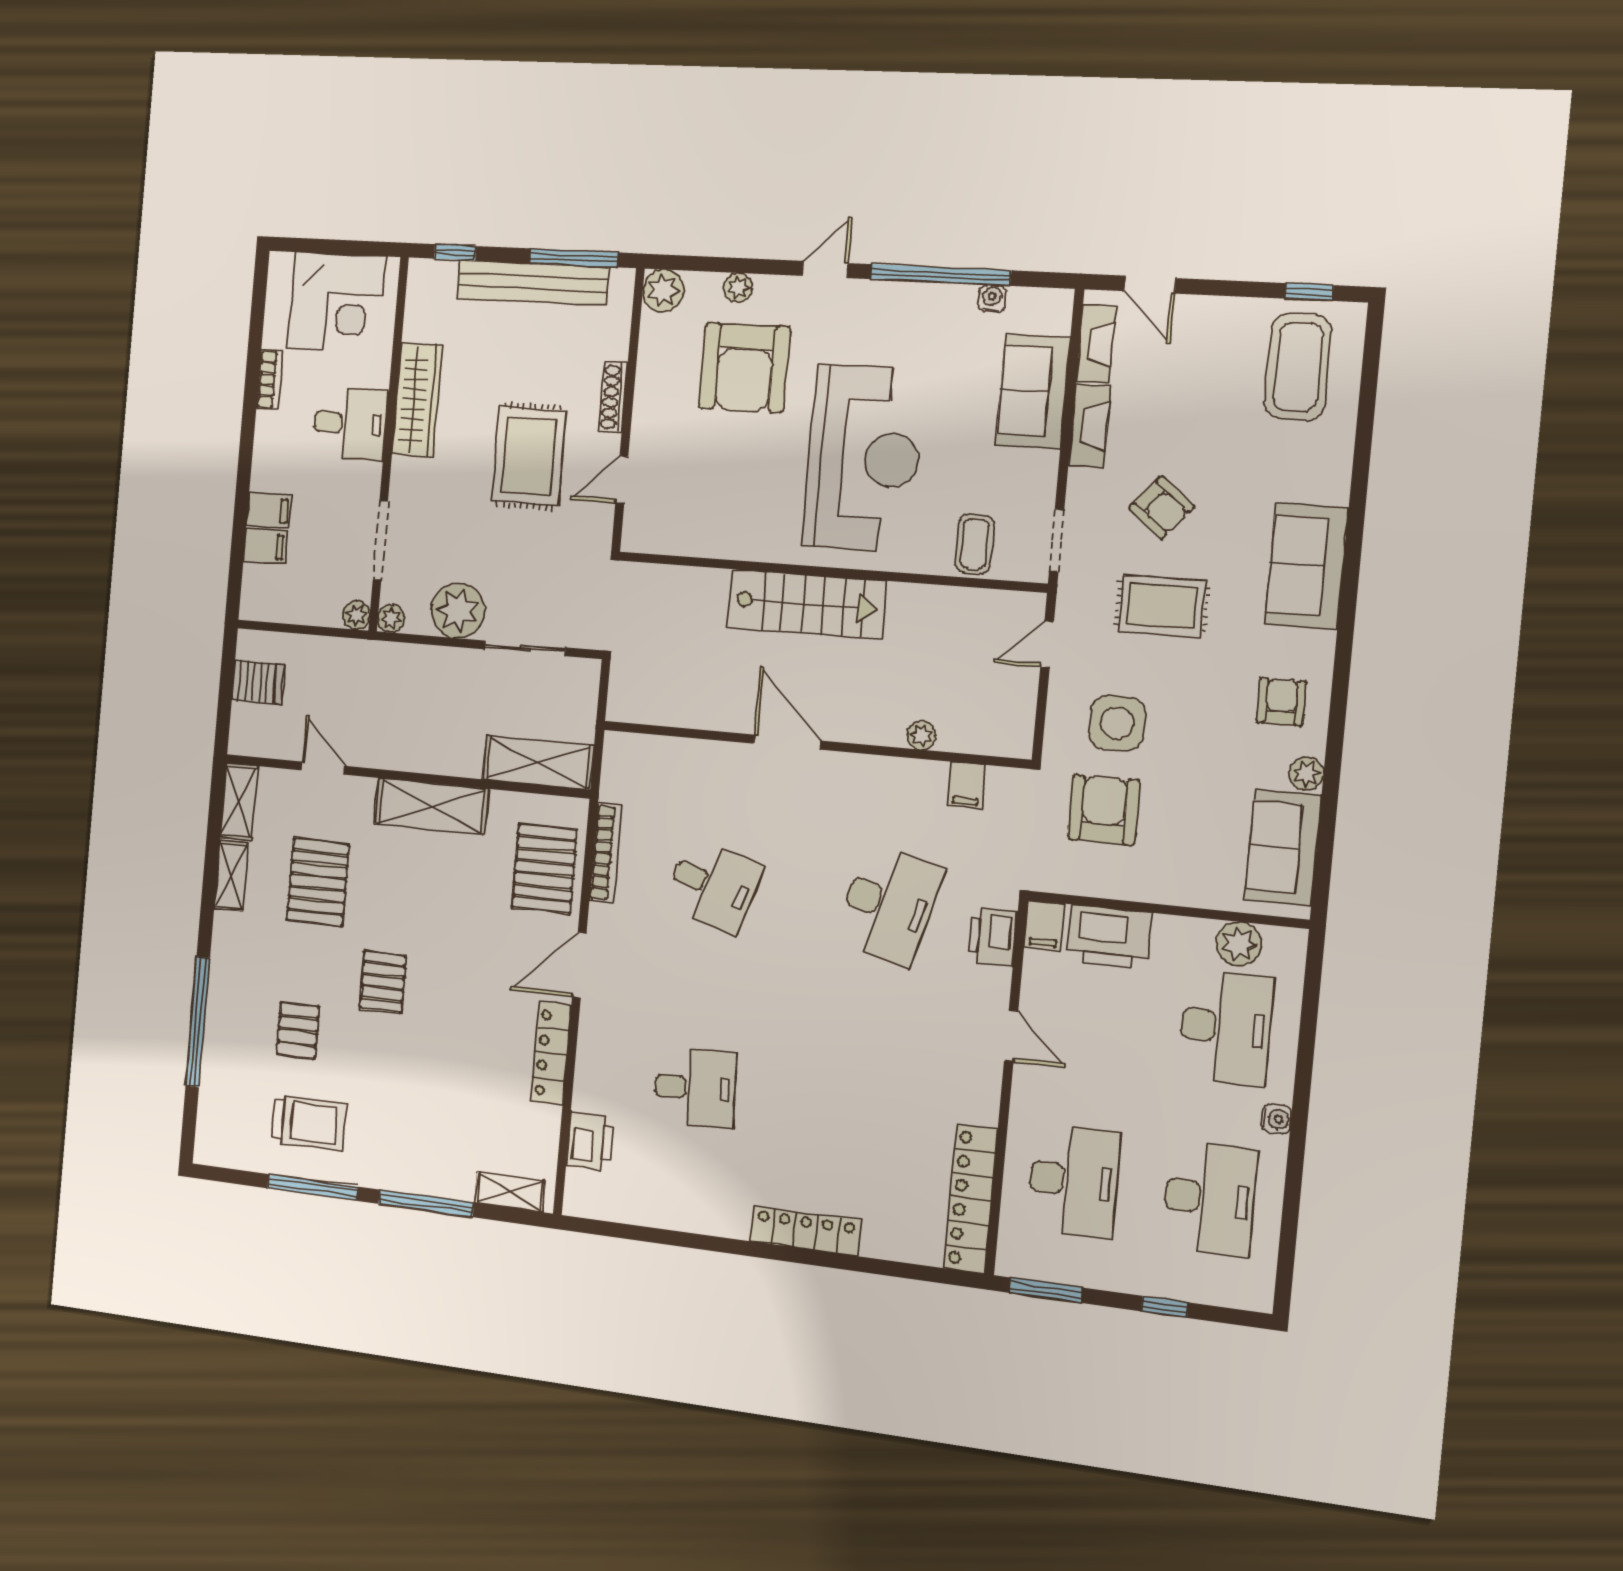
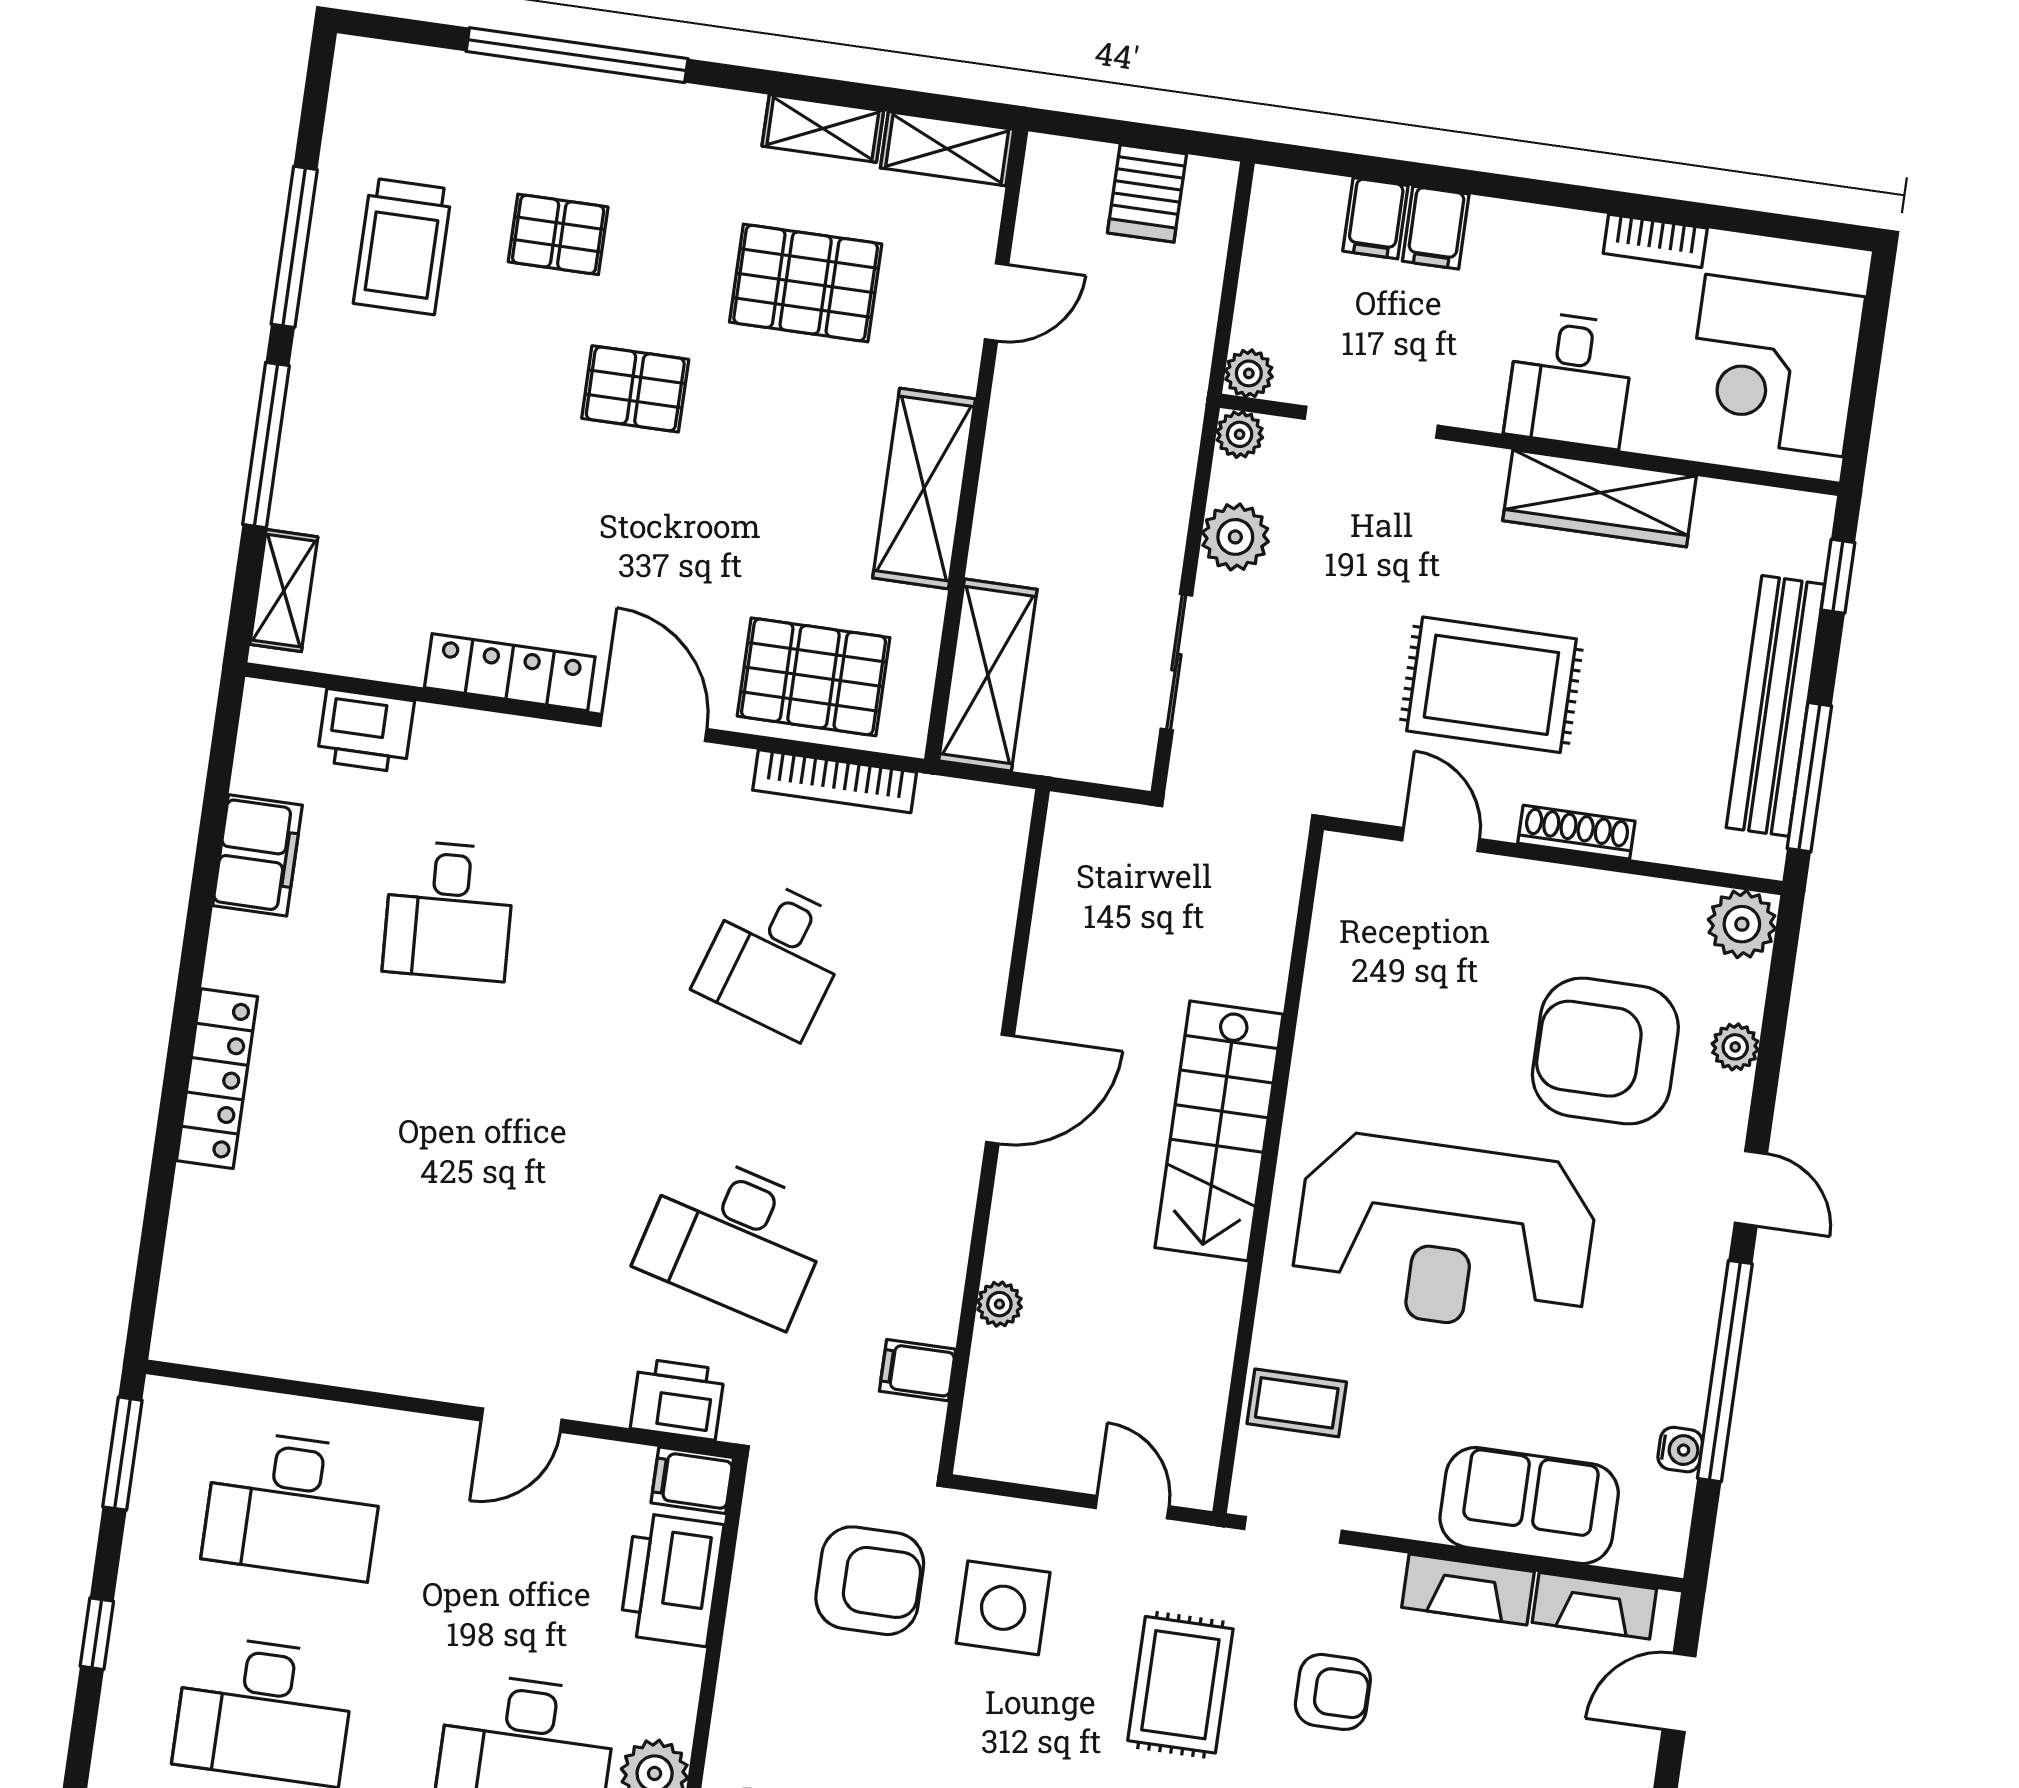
armchair: (1161, 508) -> (1333, 1692), turned -130
plant: (458, 611) -> (1235, 537), width x0.73, depth x0.73
locker: (971, 1199) -> (266, 1344), removed
filing cabinet: (668, 1207) -> (257, 855), added

